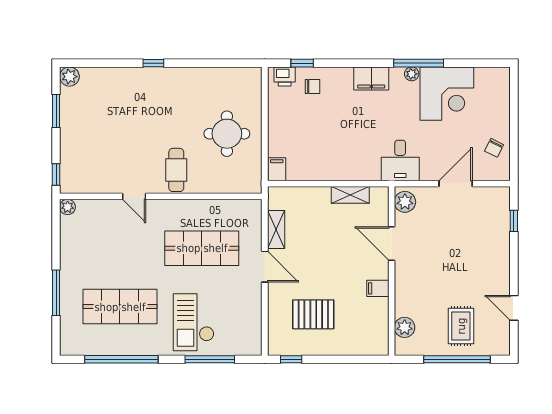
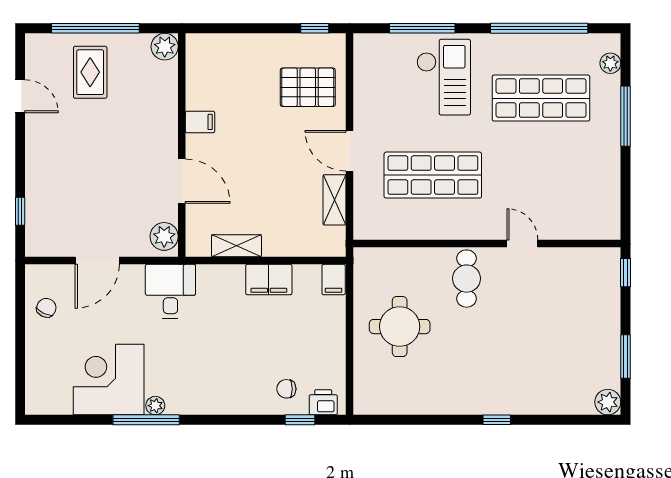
filing cabinet: (371, 78) -> (269, 280), moved, turned 180
plant: (68, 207) -> (610, 63), moved
pallet: (313, 314) -> (308, 87), moved
plant: (405, 327) -> (165, 47), moved

